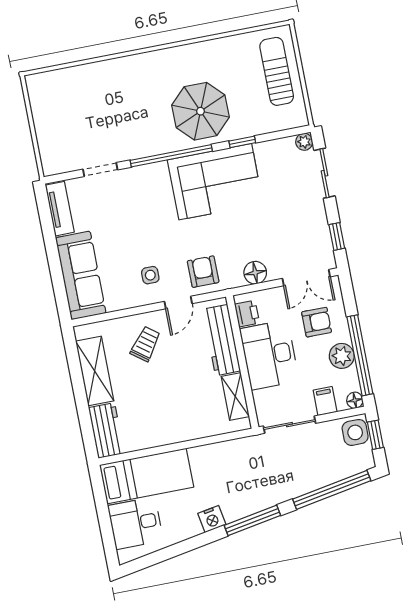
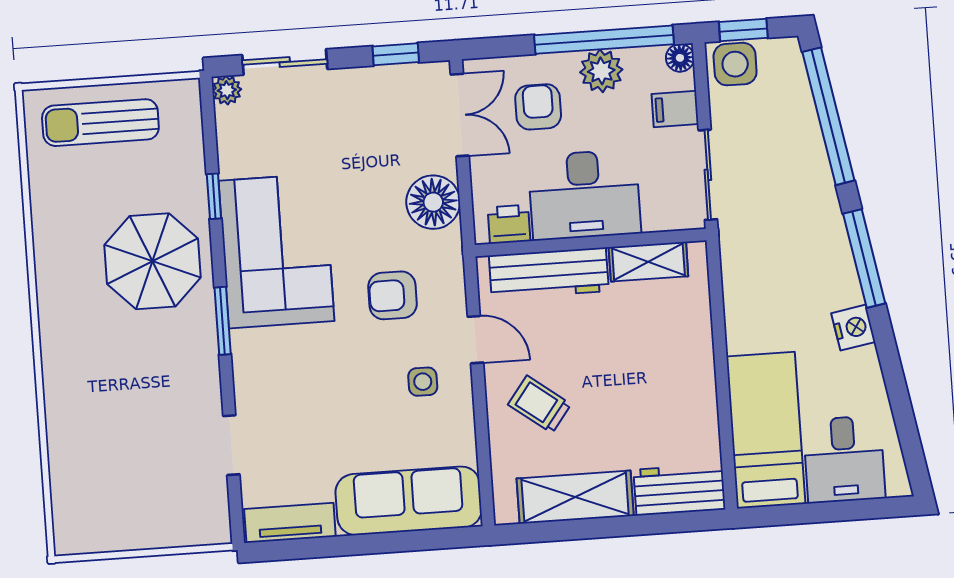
window: (171, 156) -> (223, 321), width x0.47
armchair: (203, 272) -> (392, 295), moved
floor lamp: (255, 273) -> (433, 202), width x1.38, depth x1.38

